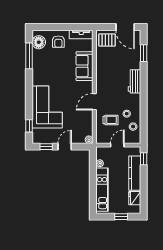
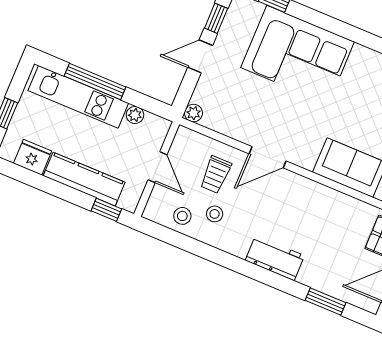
door: (94, 102) -> (268, 157), swing flipped
door: (65, 147) -> (200, 56), swing flipped
window: (93, 185) -> (95, 81), added

